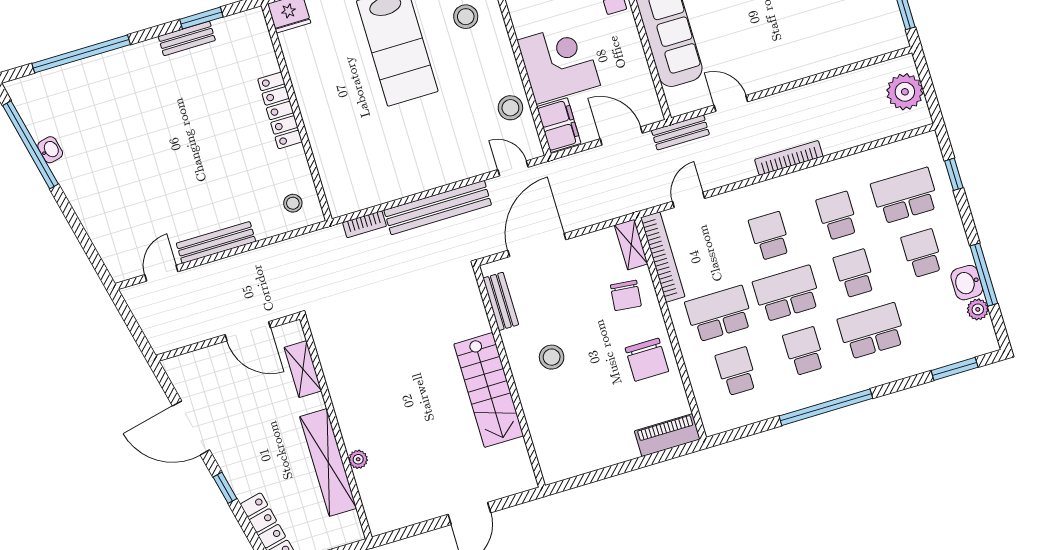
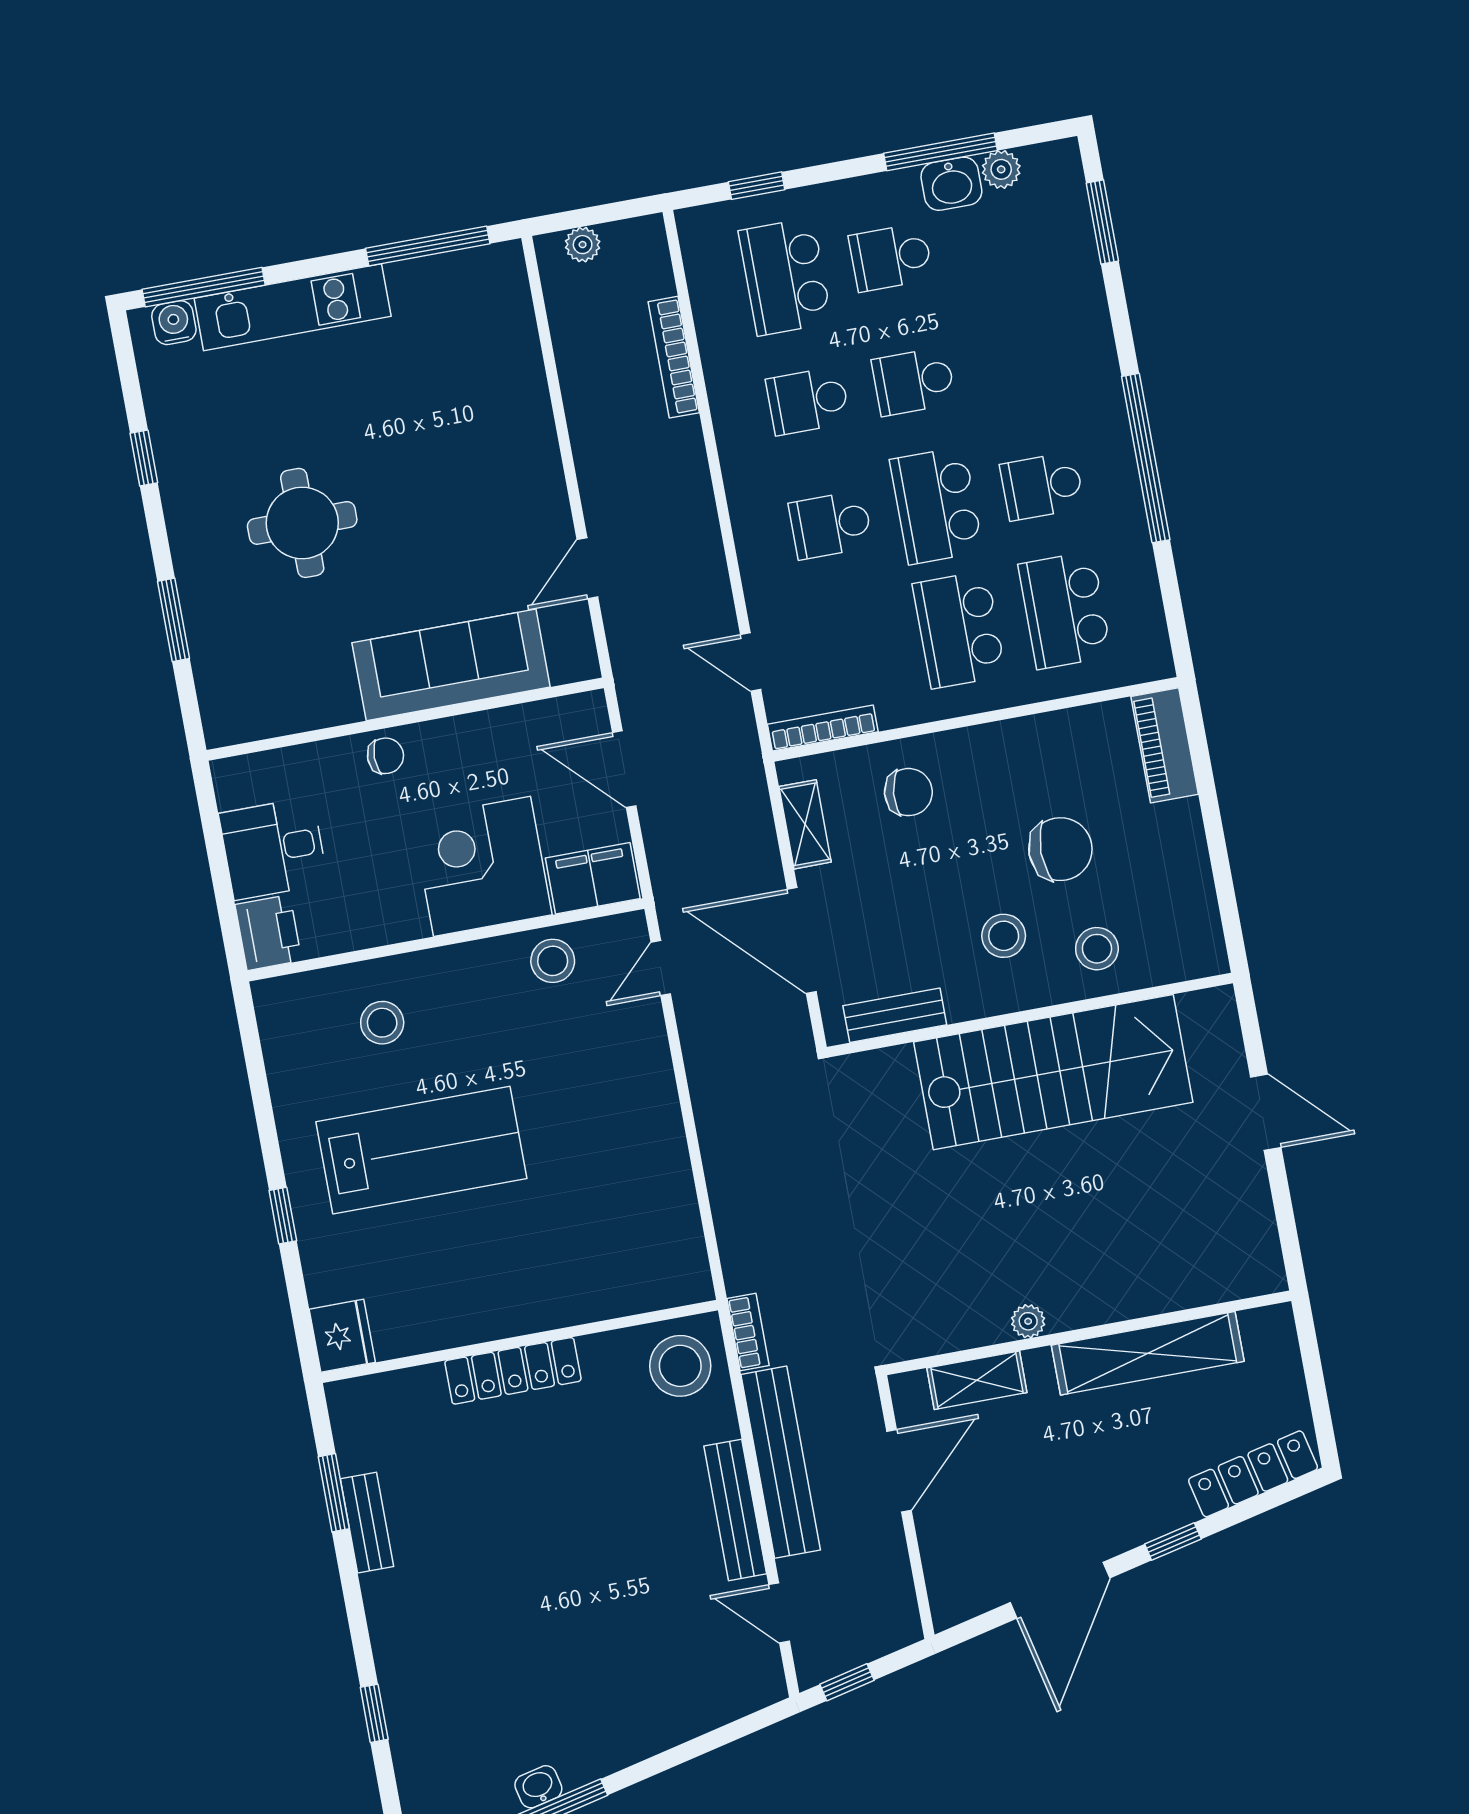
window: (81, 54) -> (374, 1713), width x0.32
plant: (905, 92) -> (583, 245), width x0.53, depth x0.53
bench: (680, 132) -> (629, 664), removed
door: (621, 136) -> (624, 769), hinge flipped
bookcase: (789, 158) -> (674, 357), moved
stool: (293, 203) -> (680, 1366), width x1.89, depth x1.89
bench: (438, 208) -> (781, 1462), moved
bookcase: (364, 224) -> (748, 1332), moved
shelving: (631, 245) -> (805, 824), moved, turned 90
bookcase: (663, 257) -> (823, 728), width x0.68, depth x0.76
window: (127, 315) -> (847, 1682), added
school desk: (872, 331) -> (1019, 362), removed
chair: (647, 360) -> (1060, 849), moved
school desk: (736, 371) -> (1065, 610), width x1.85
stairs: (489, 390) -> (1053, 1072), width x1.36, depth x1.51
stool: (550, 410) -> (1097, 949), added
plant: (358, 459) -> (1028, 1321), moved

